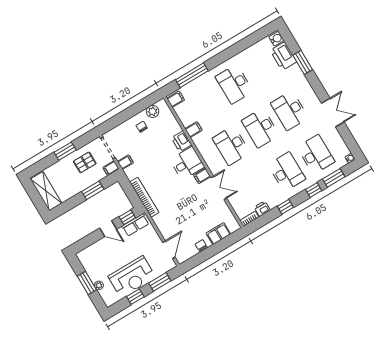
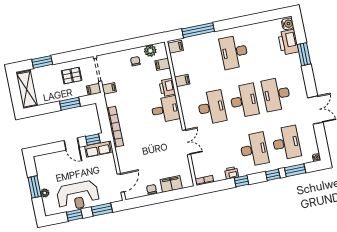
desk: (260, 128) -> (244, 101), turned 180
desk: (231, 145) -> (212, 107), turned 180
window: (65, 151) -> (42, 62), moved
filing cabinet: (202, 176) -> (163, 64), moved
printer: (262, 209) -> (231, 173), moved

